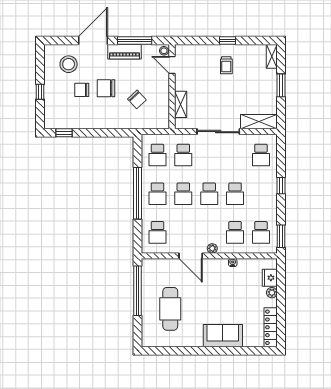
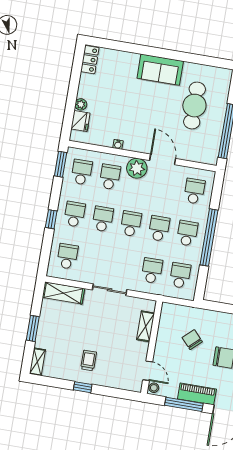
sliding door: (218, 132) -> (110, 290), width x0.73
school desk: (261, 194) -> (75, 214), added
plant: (212, 248) -> (137, 168), width x1.87, depth x1.87
locker: (271, 327) -> (90, 60), width x0.66
sofa: (223, 336) -> (160, 70), moved

